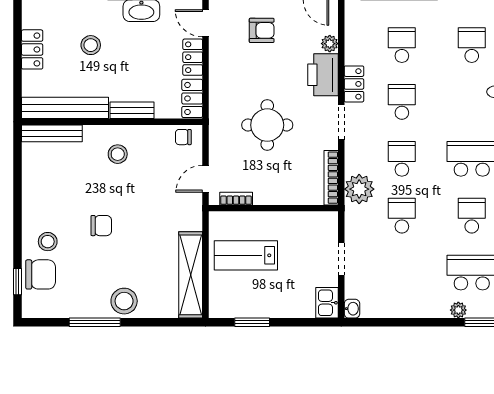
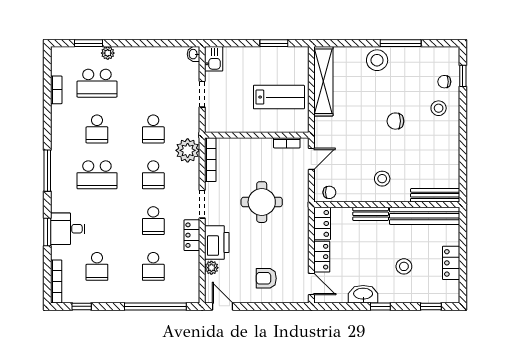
chair: (41, 274) -> (444, 82), width x0.54, depth x0.54

